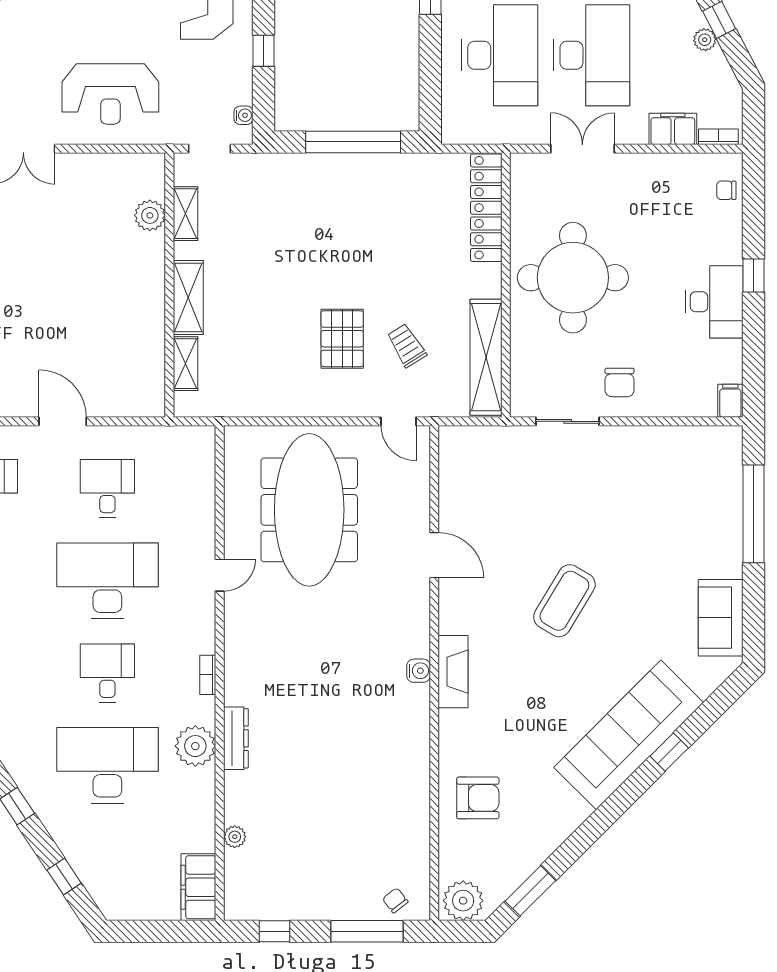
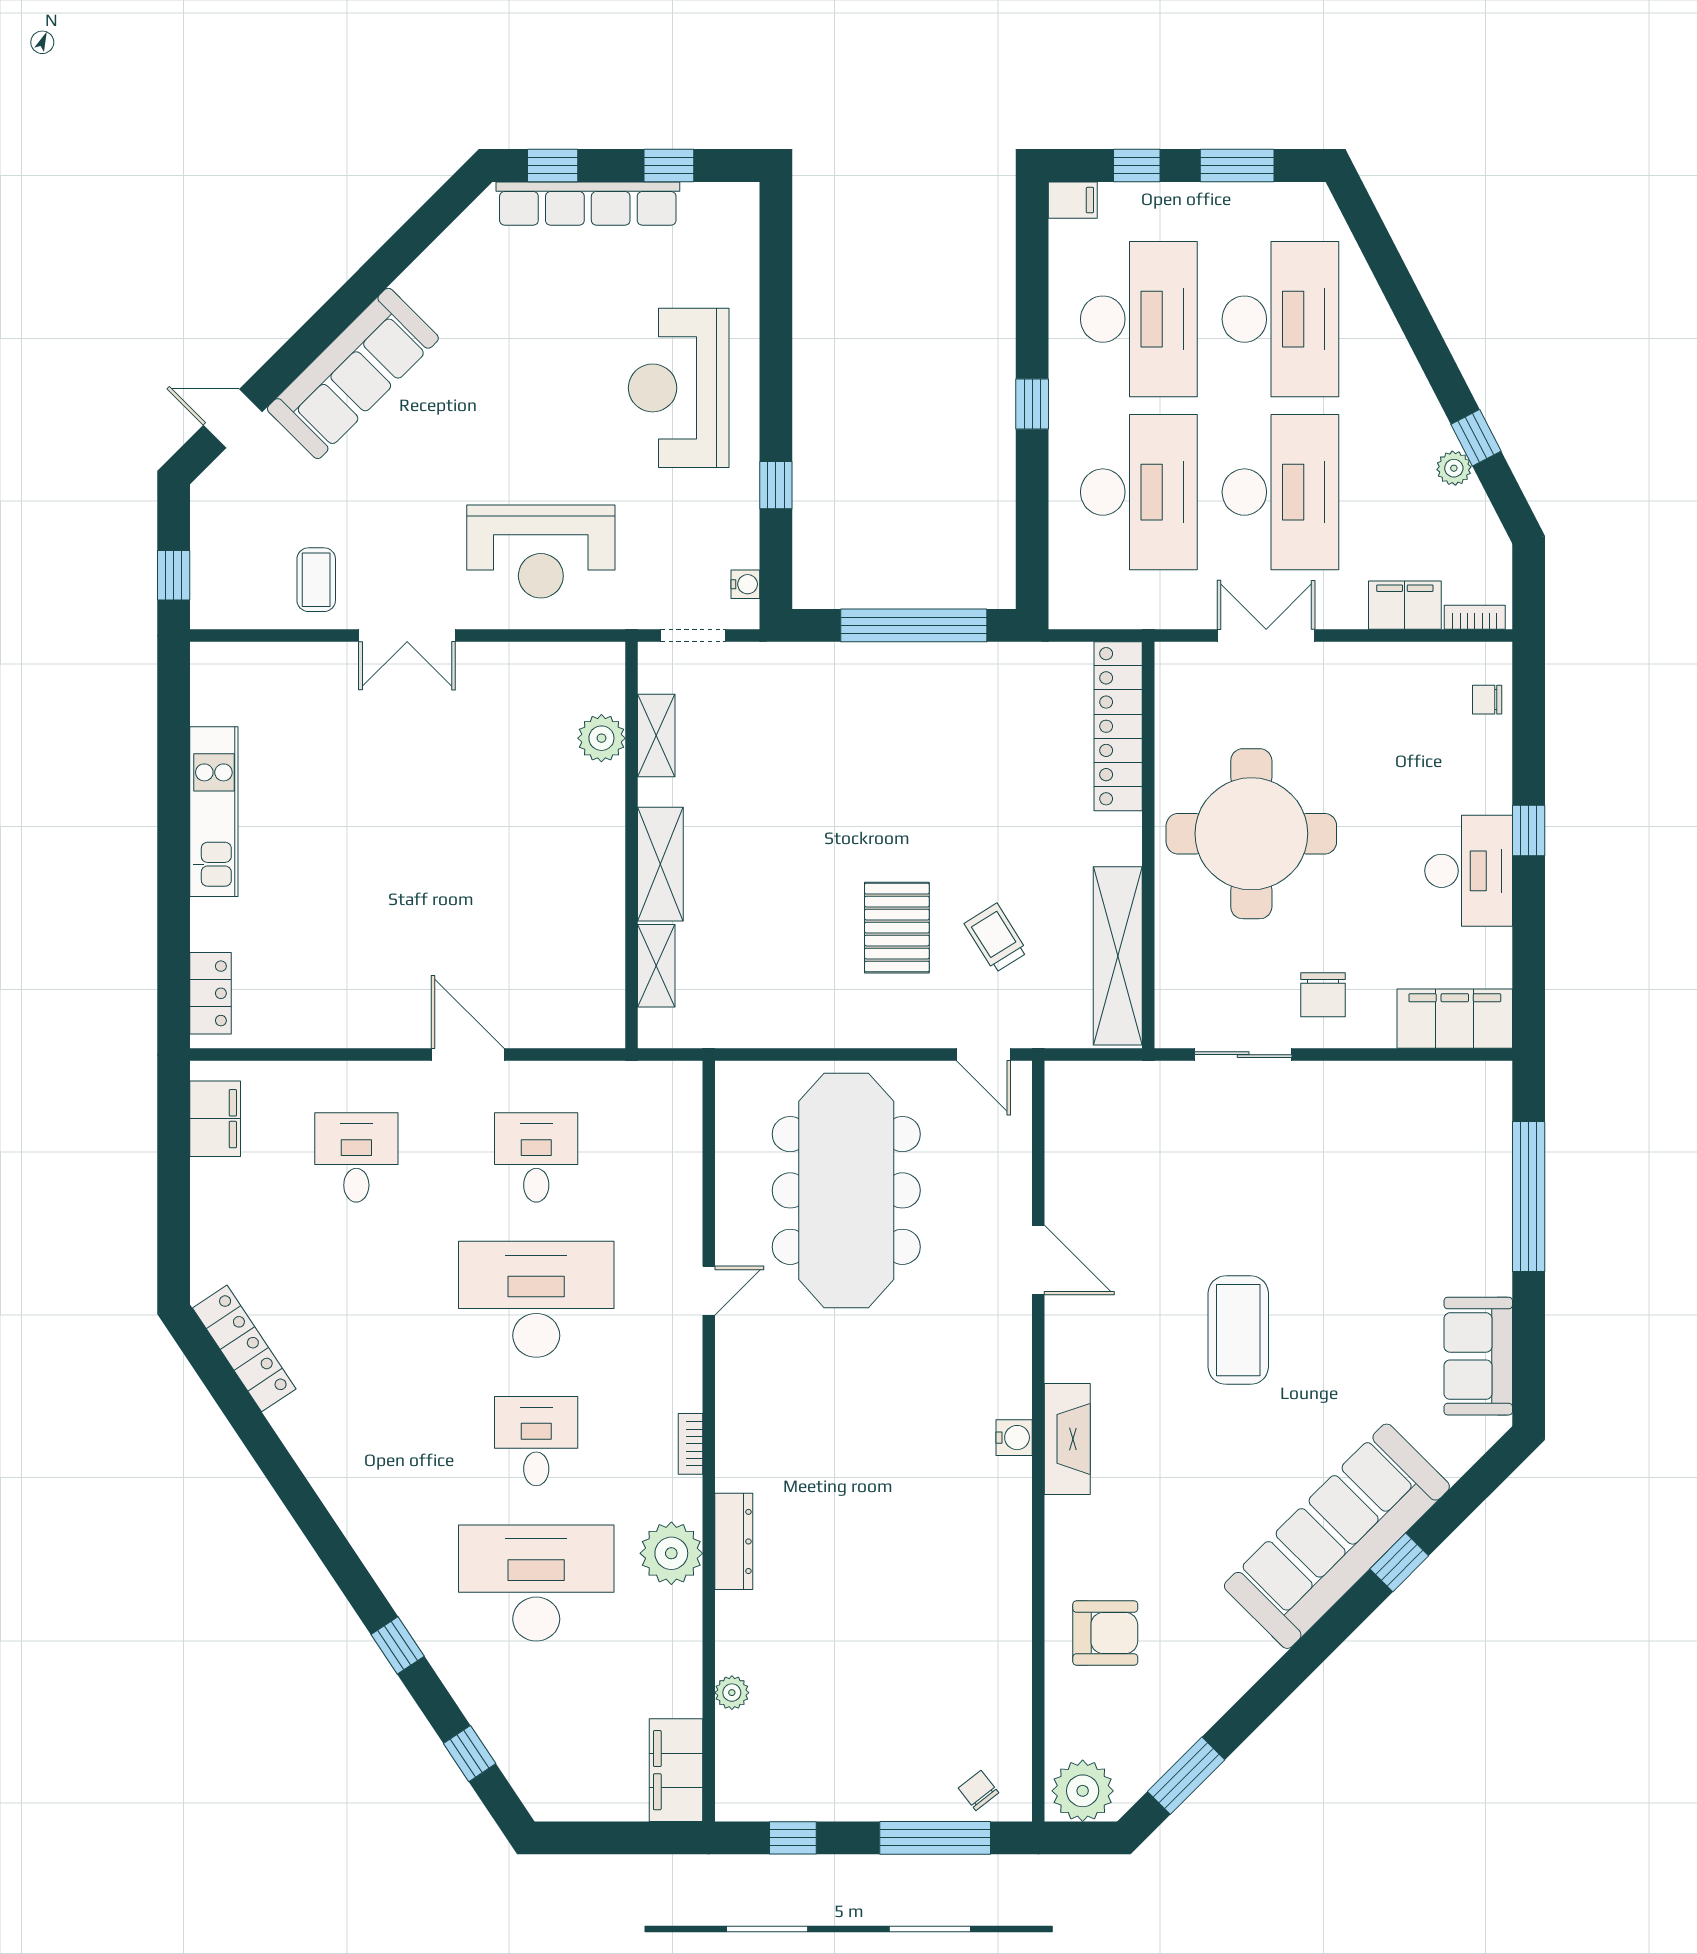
filing cabinet: (730, 401) -> (1455, 1019), width x3.00, depth x1.17
coffee table: (564, 601) -> (1238, 1330), turned -31

